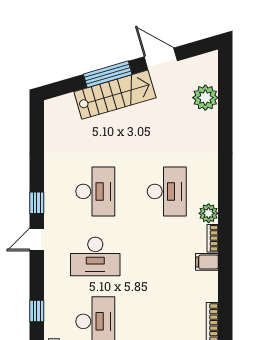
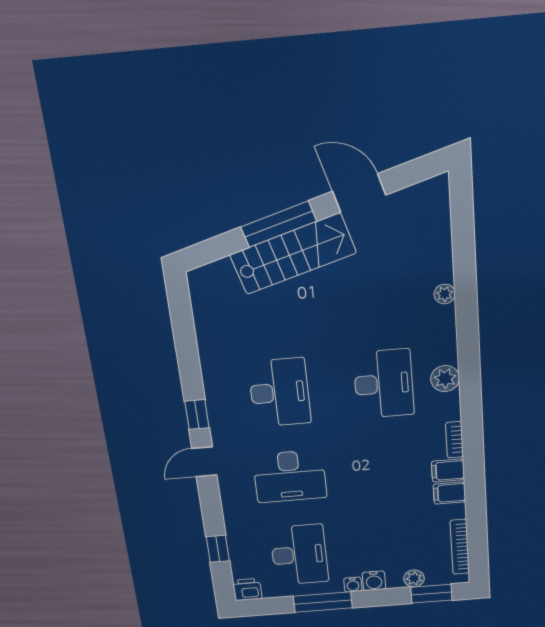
plant: (205, 98) -> (445, 294), moved, width x0.53, depth x0.53
plant: (209, 213) -> (445, 379), moved
filing cabinet: (207, 280) -> (449, 493), added

